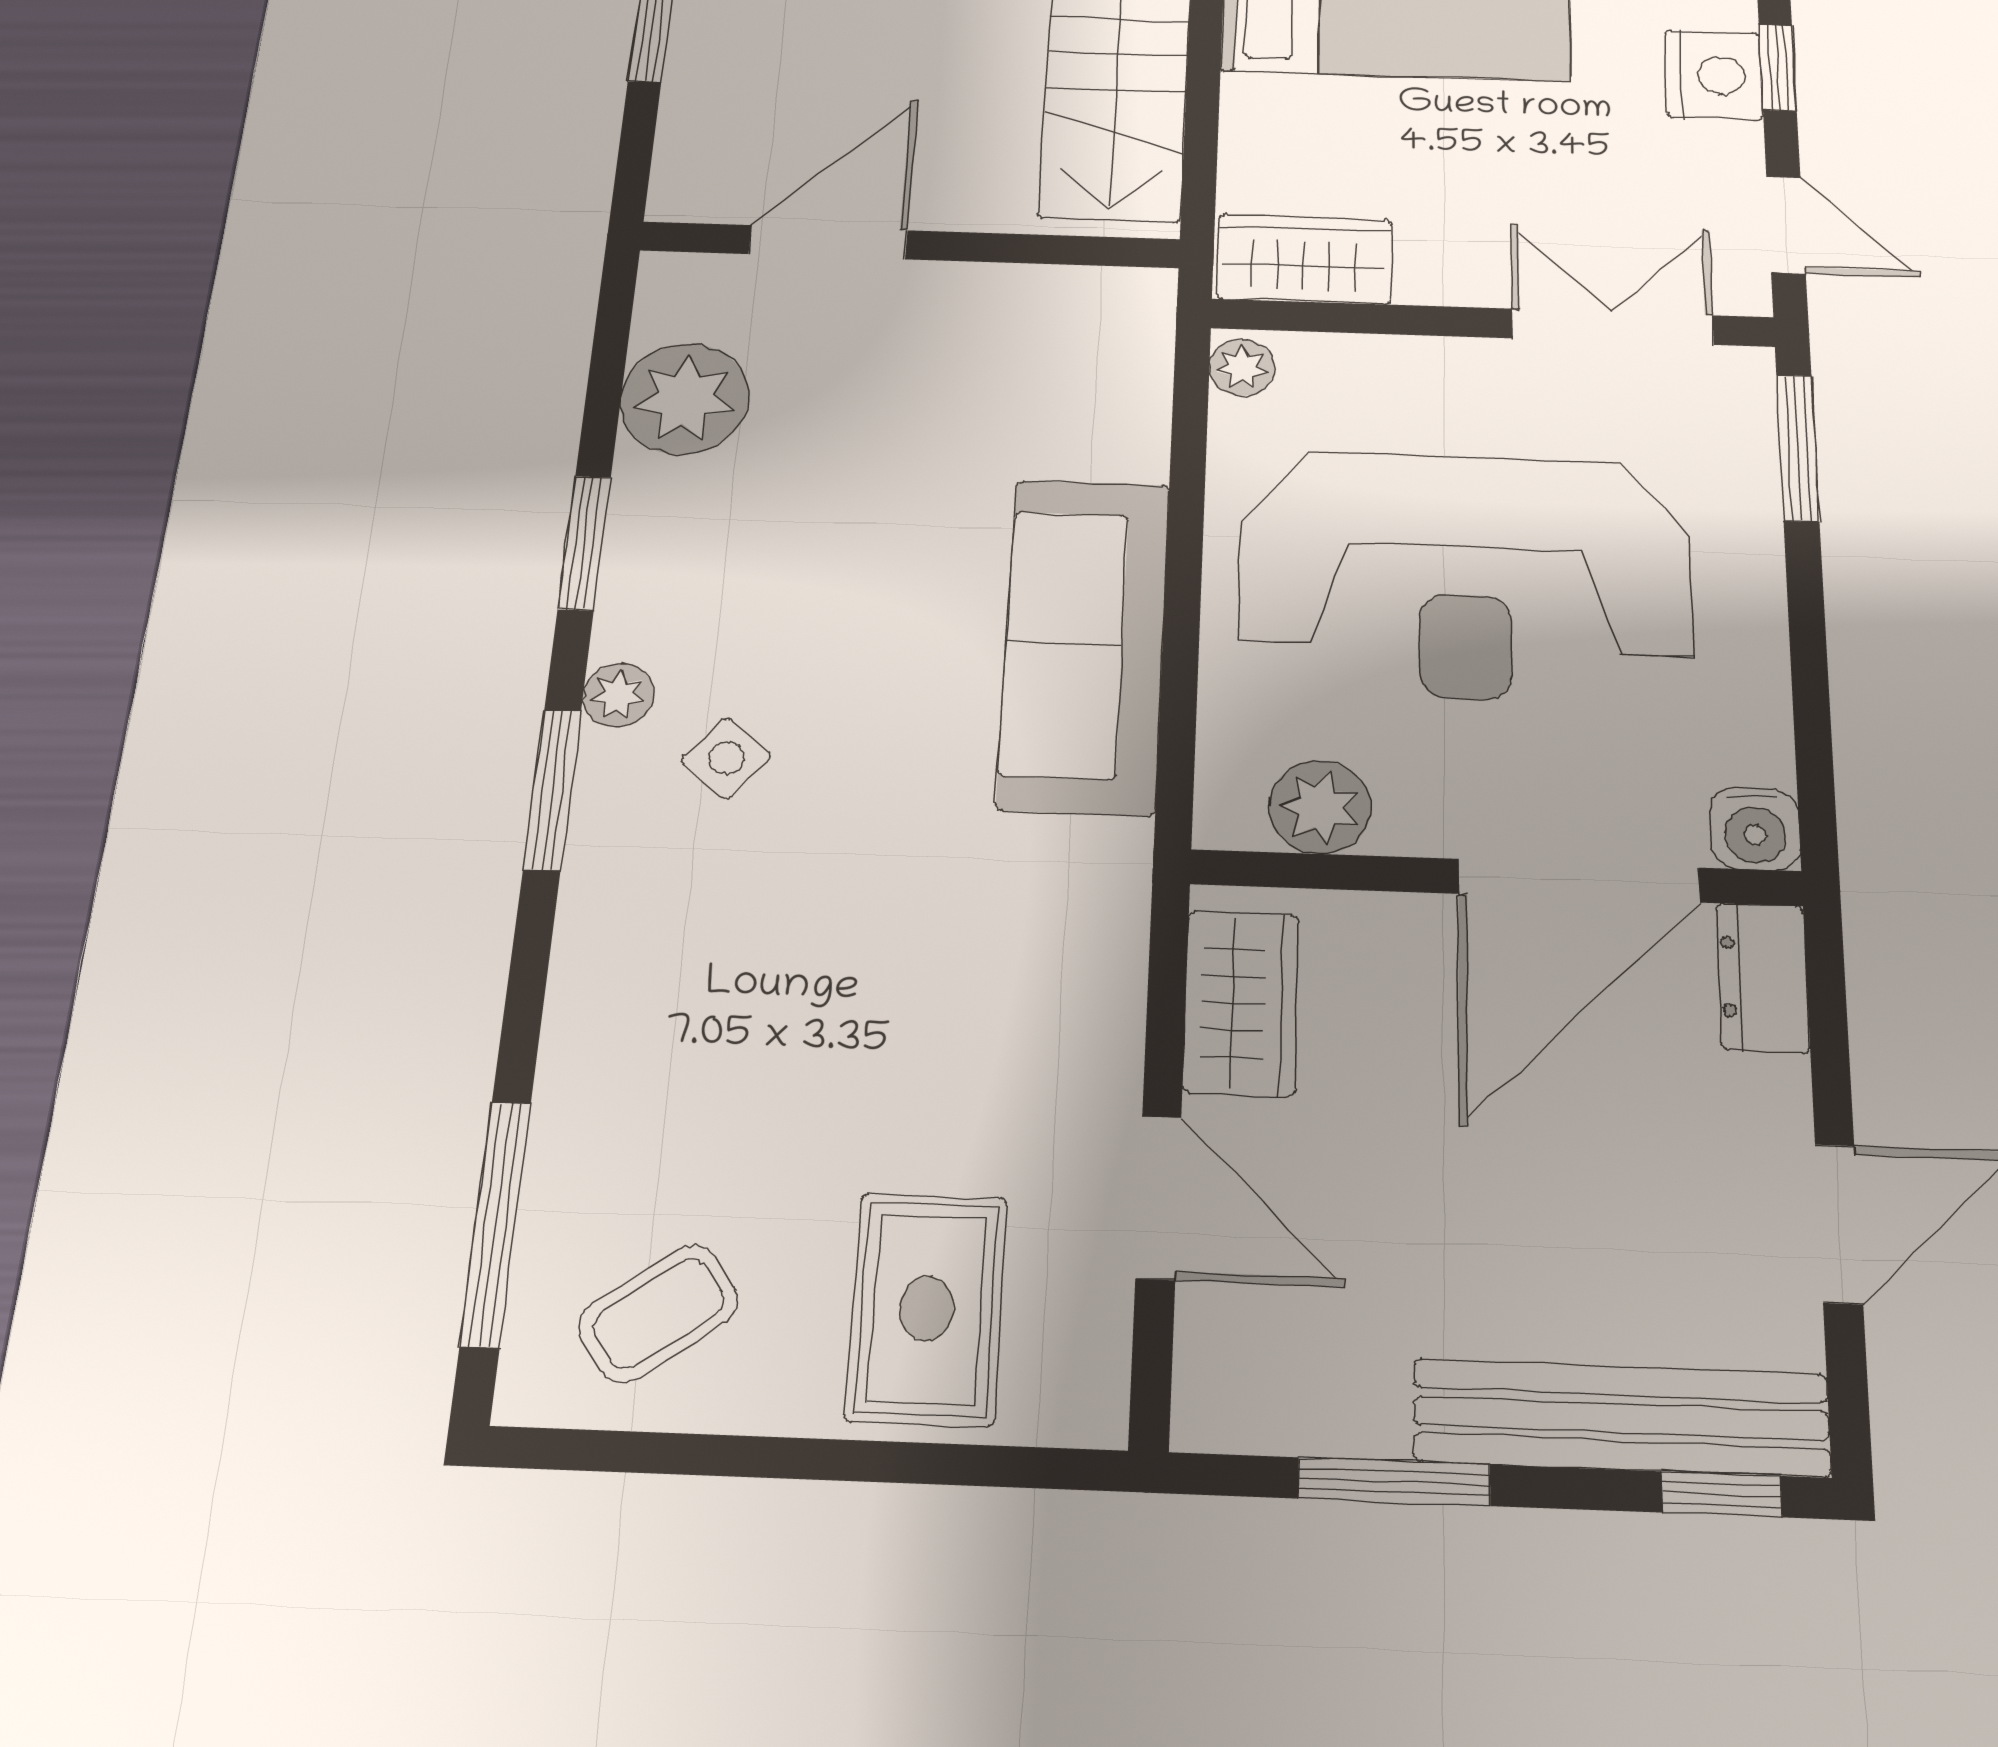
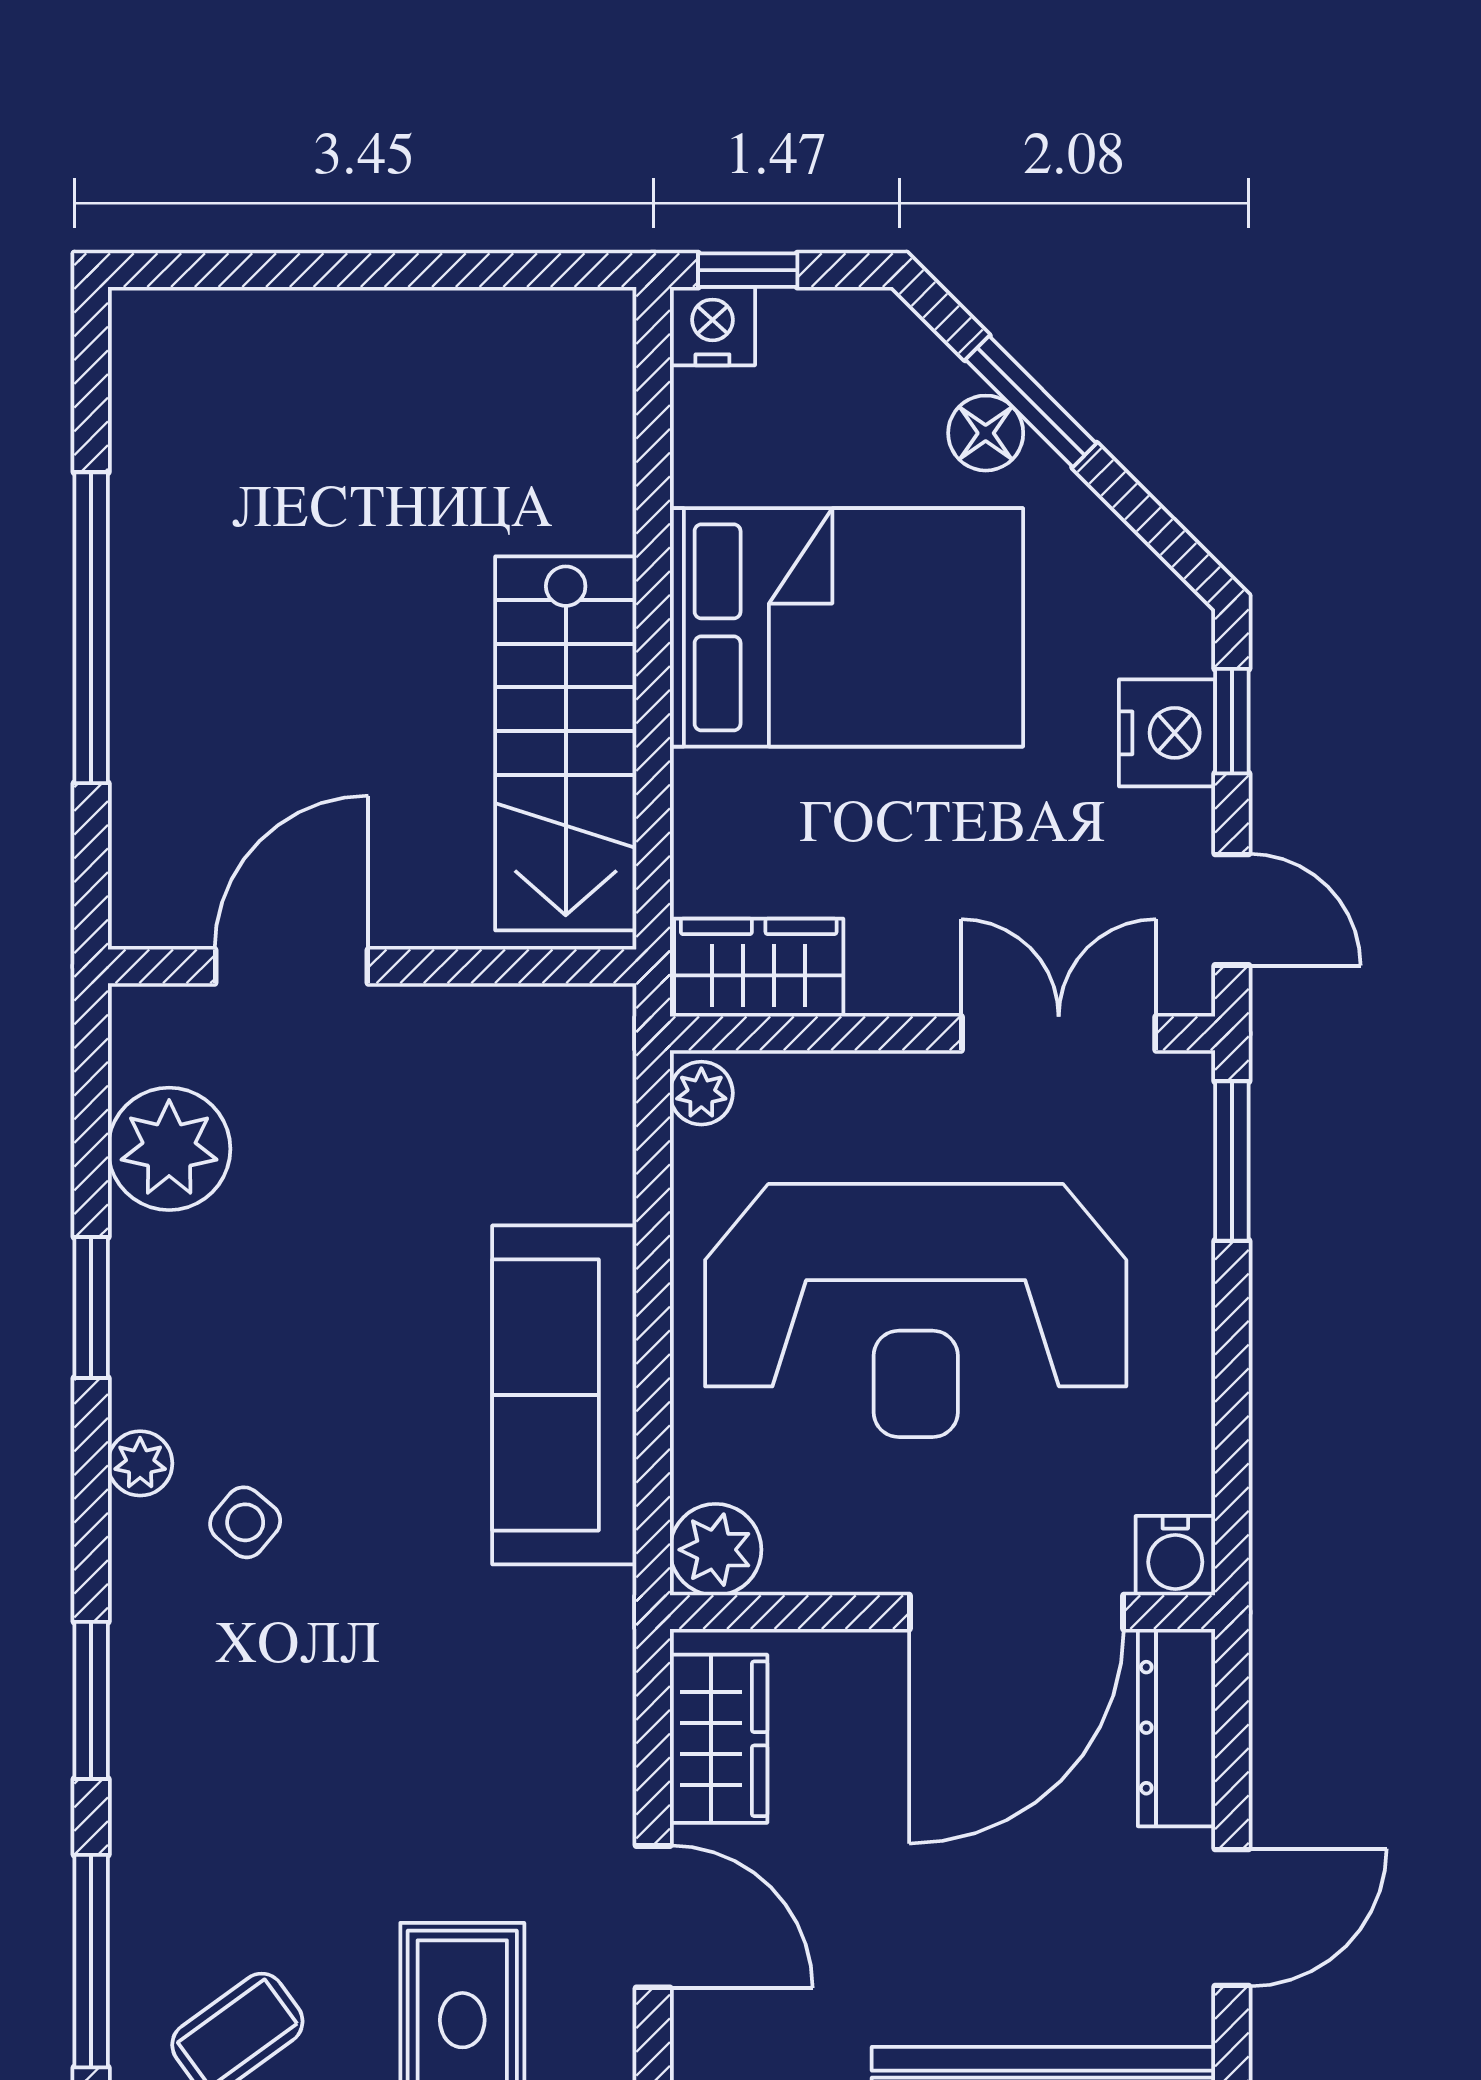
window: (552, 789) -> (91, 1700), moved
plant: (1320, 807) -> (716, 1550), moved
dresser: (1763, 978) -> (1176, 1728), width x1.44

